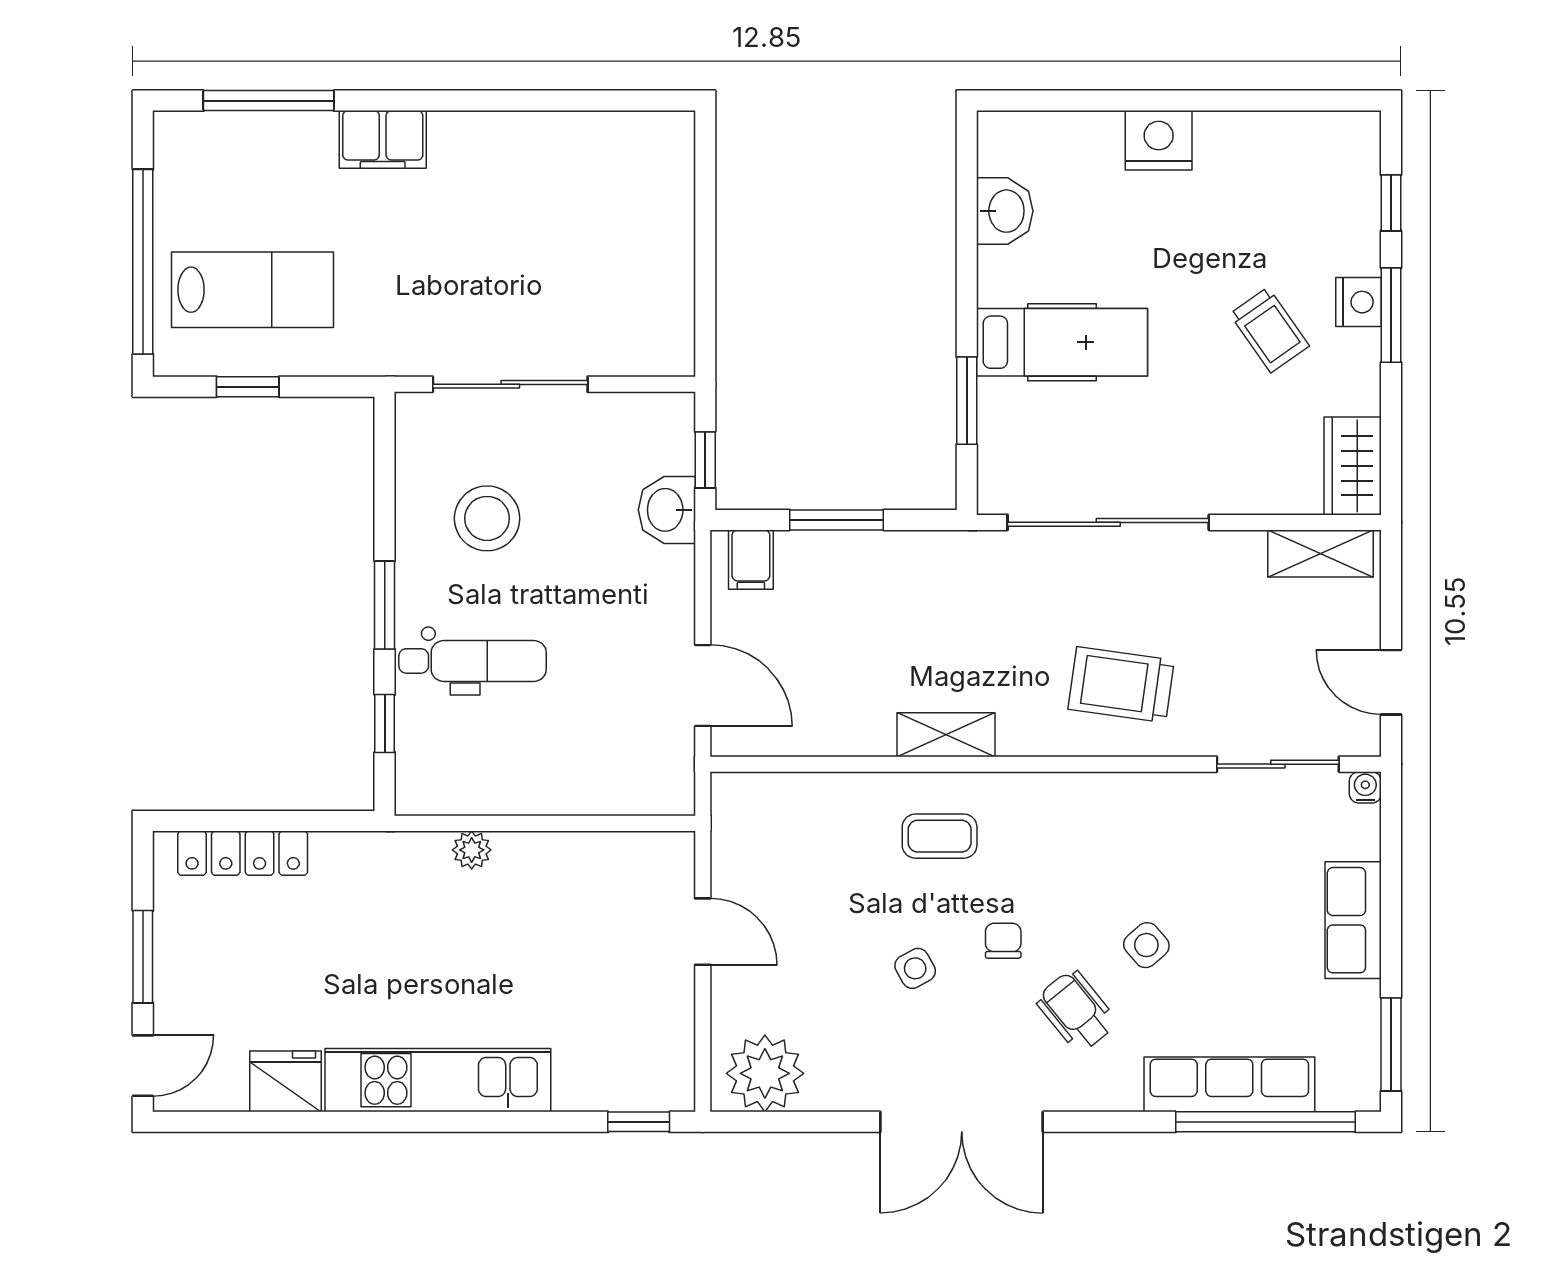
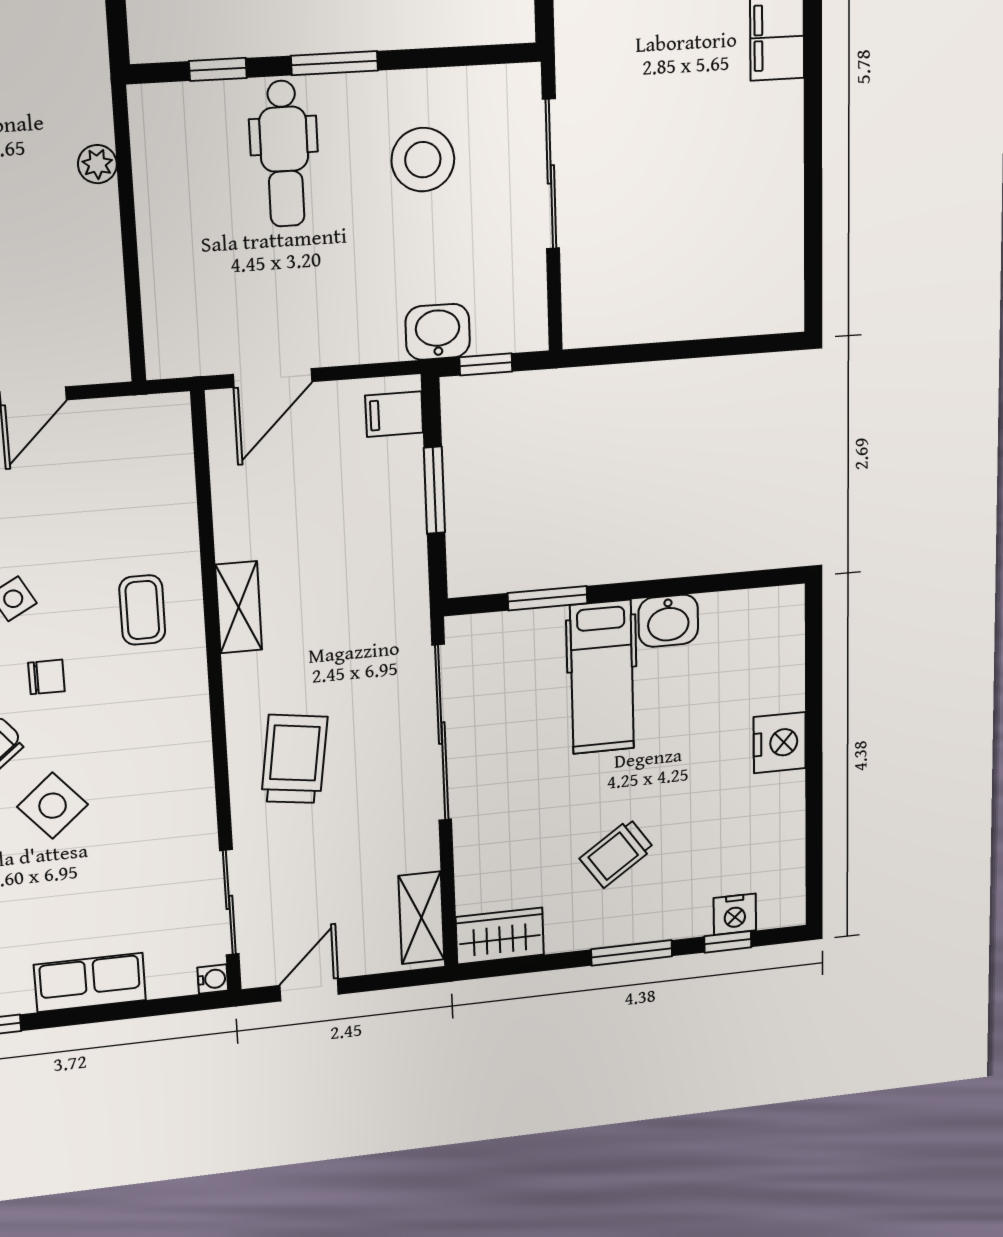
washbasin: (1005, 211) -> (668, 621), moved
nightstand: (1358, 302) -> (735, 914), moved
side table: (1146, 945) -> (53, 806), width x1.37, depth x1.37

